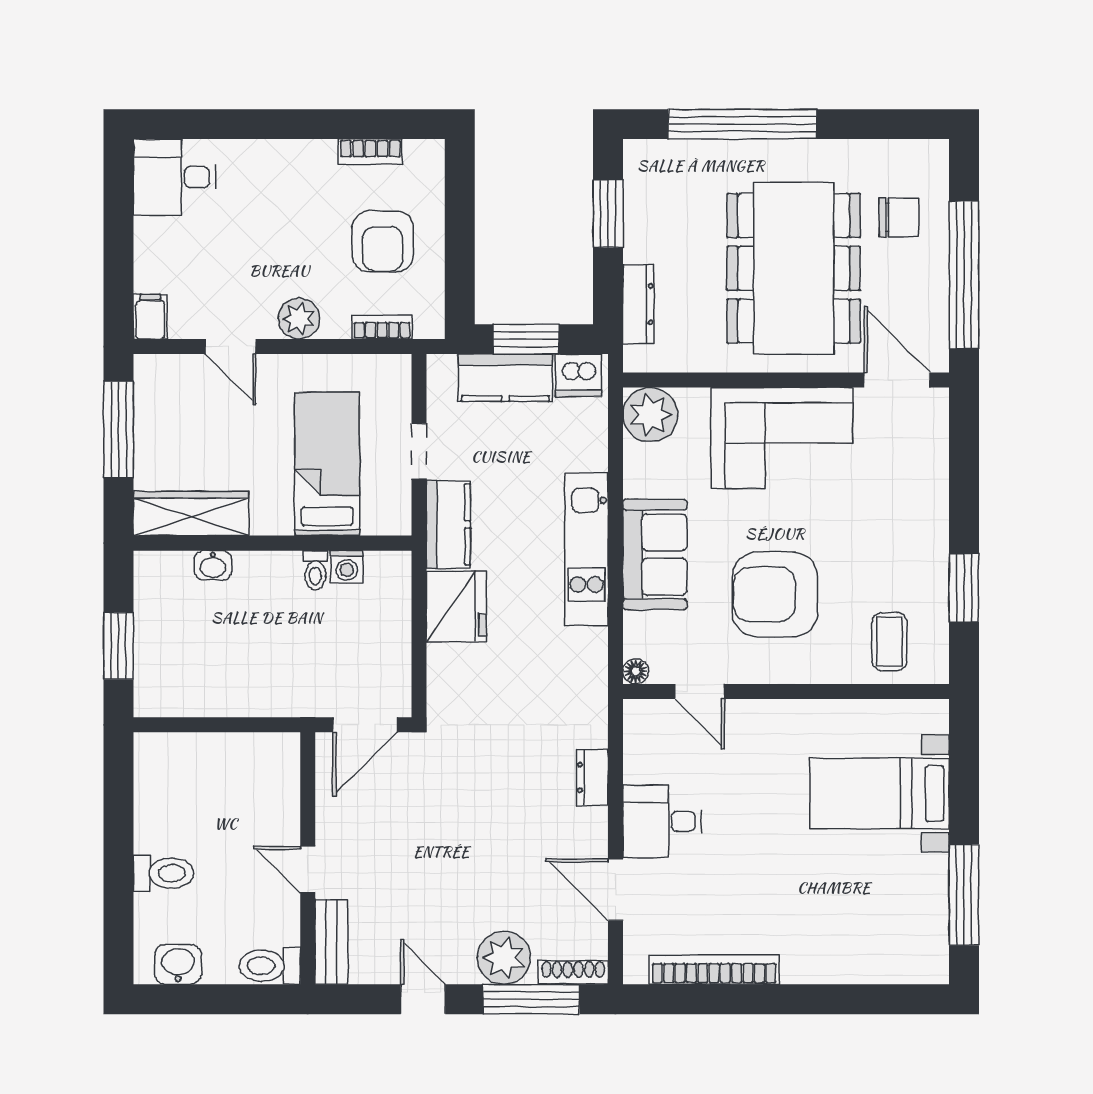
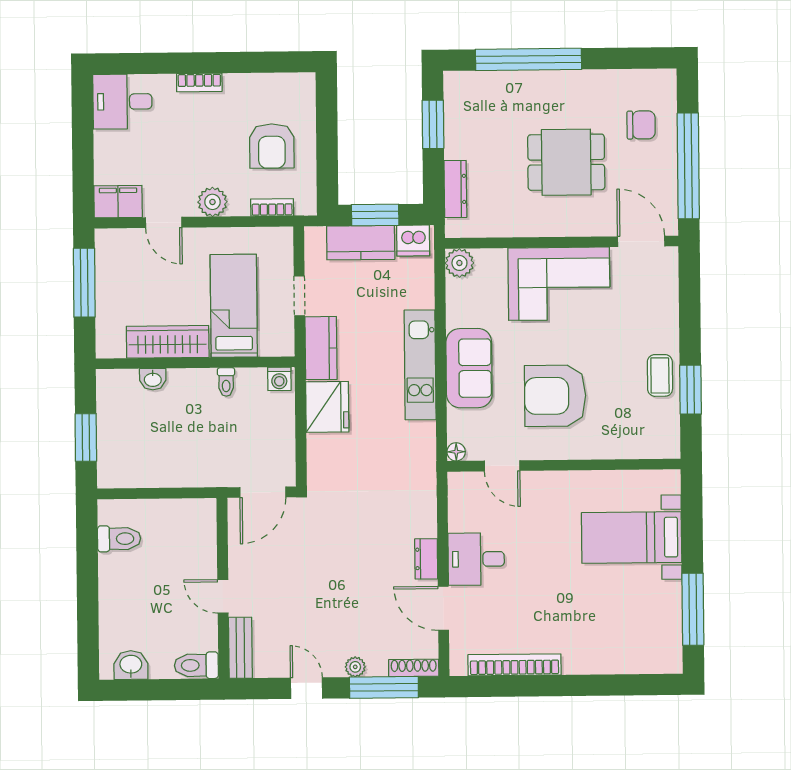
bookcase: (370, 152) -> (199, 83), moved
dining table: (794, 268) -> (566, 162), width x0.53, depth x0.80
filing cabinet: (150, 317) -> (118, 202), width x2.00
plant: (650, 415) -> (459, 263), width x0.73, depth x0.73
wardrobe: (191, 513) -> (168, 342), moved
washing machine: (347, 567) -> (279, 379), moved
coffee table: (889, 642) -> (660, 375), moved
dresser: (592, 777) -> (426, 559), moved
toilet: (163, 873) -> (119, 539), moved
plant: (504, 958) -> (355, 667), width x0.53, depth x0.53

